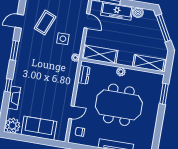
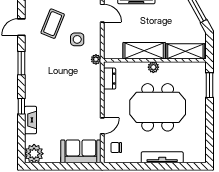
shelving: (100, 54) -> (144, 51), moved
sofa: (39, 128) -> (81, 151), moved

